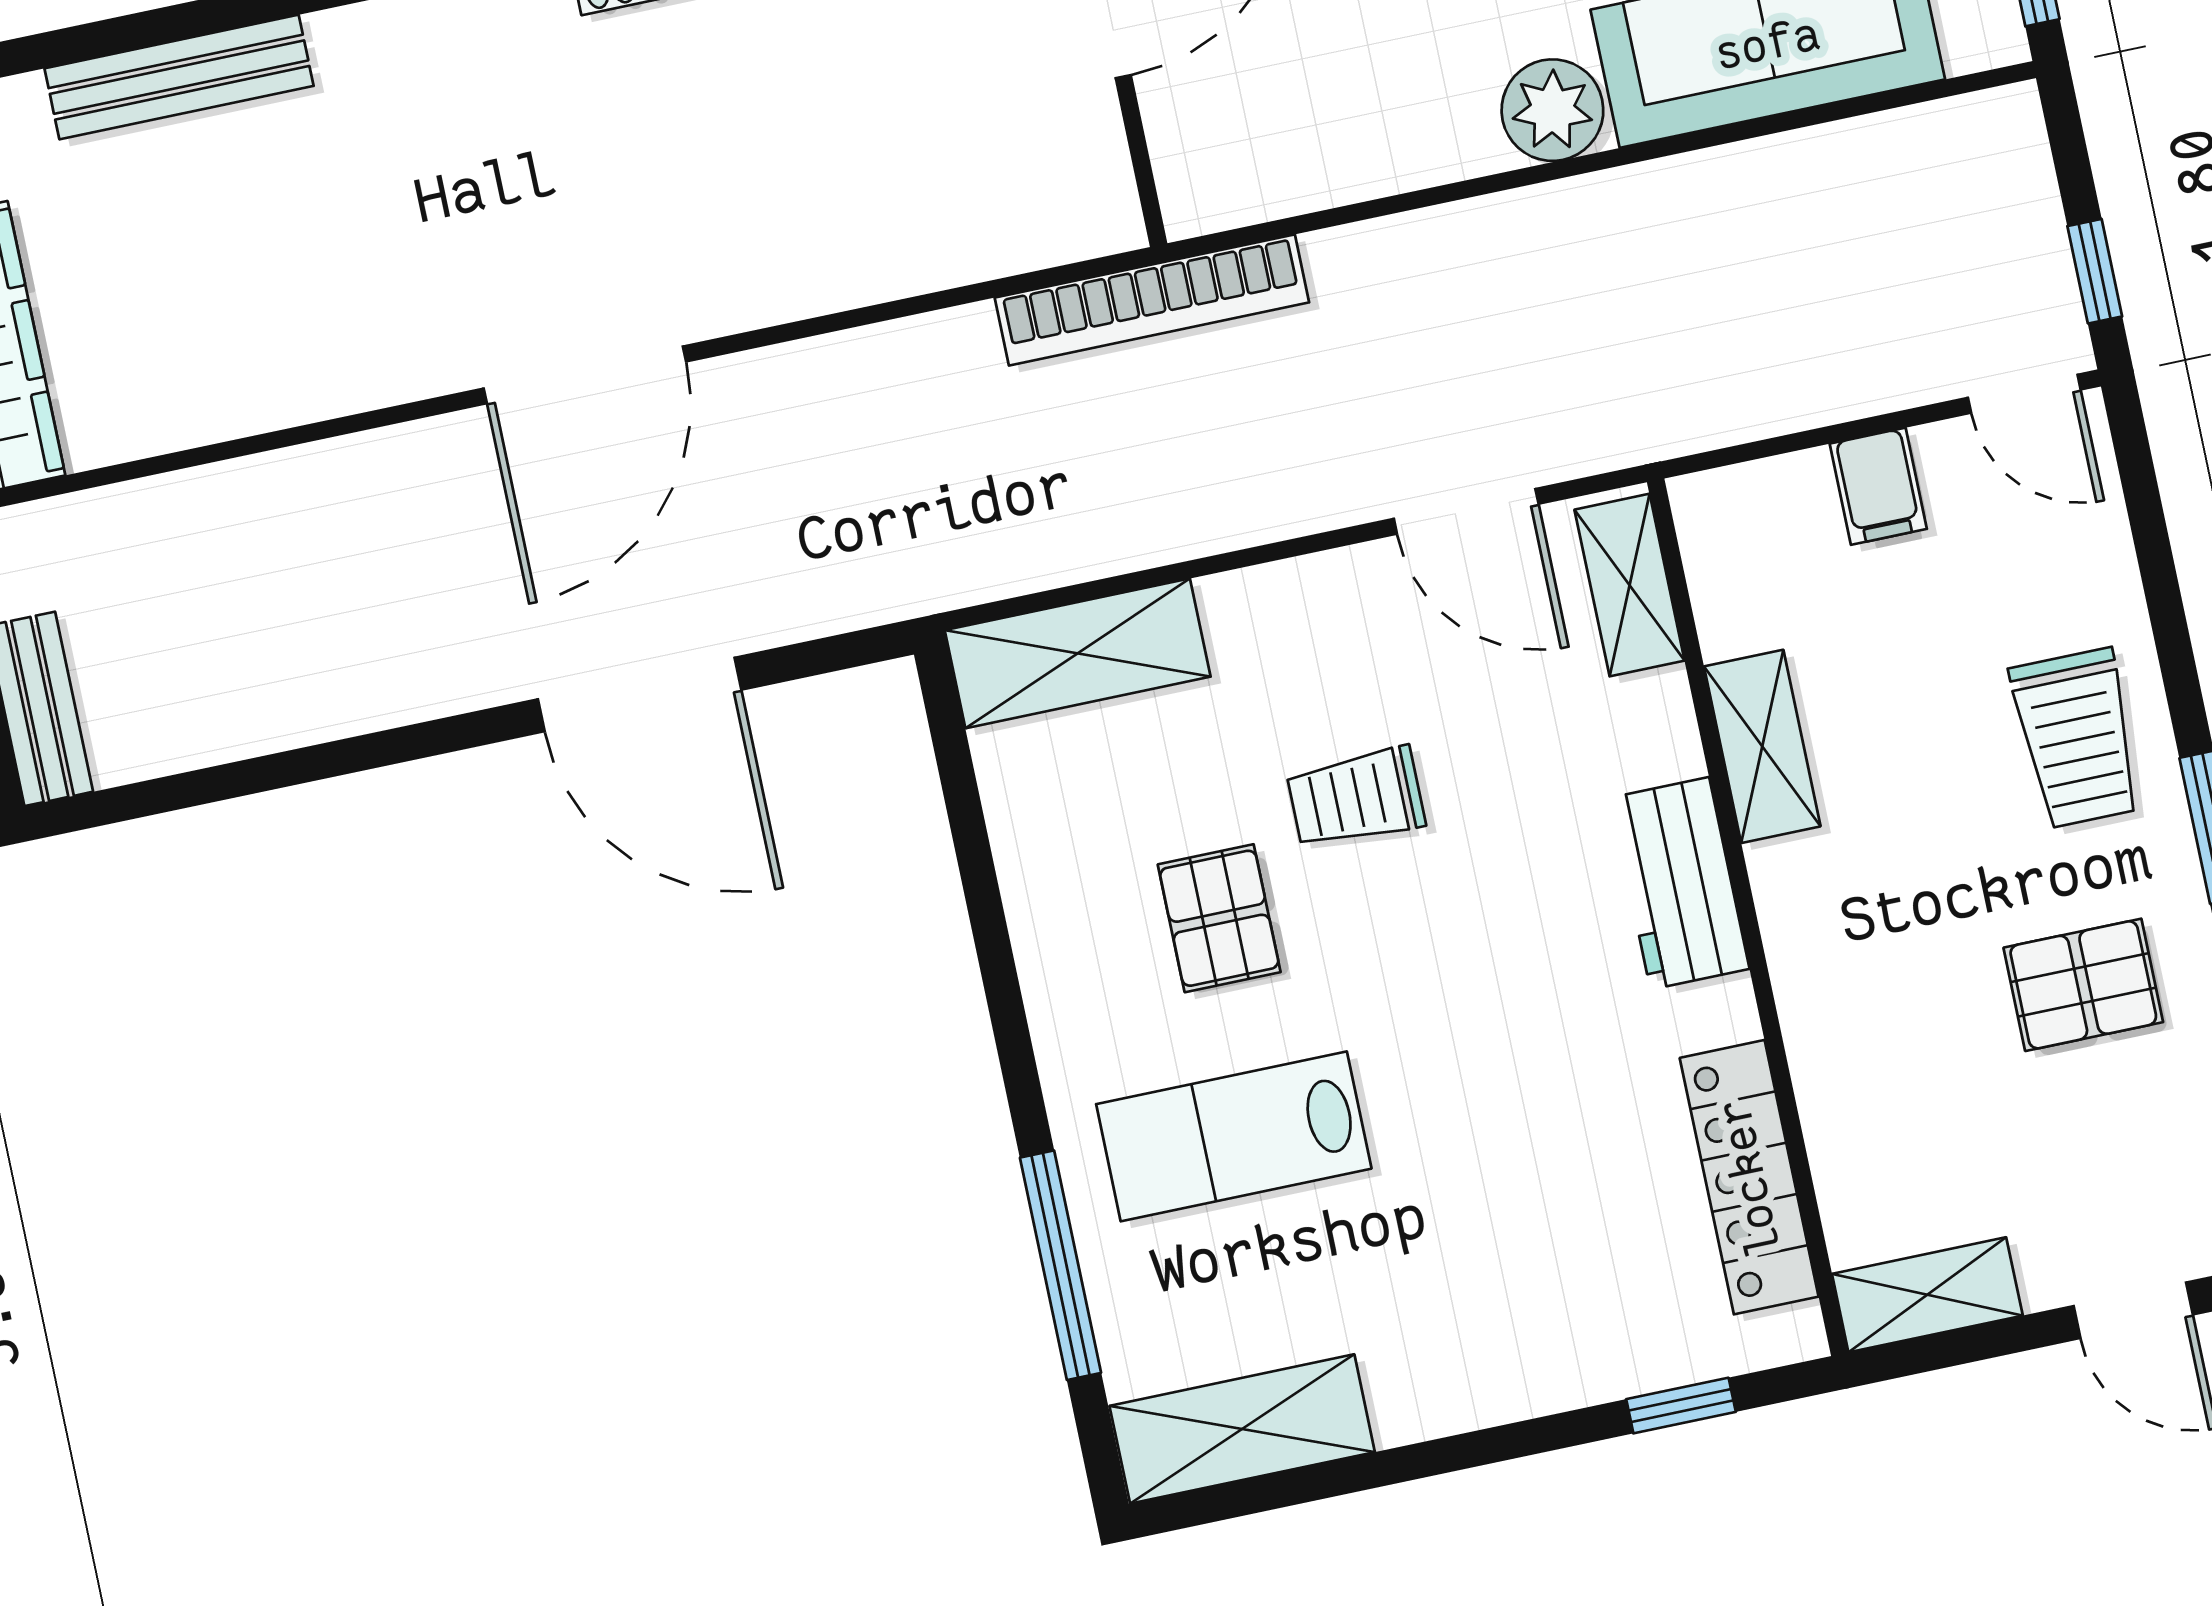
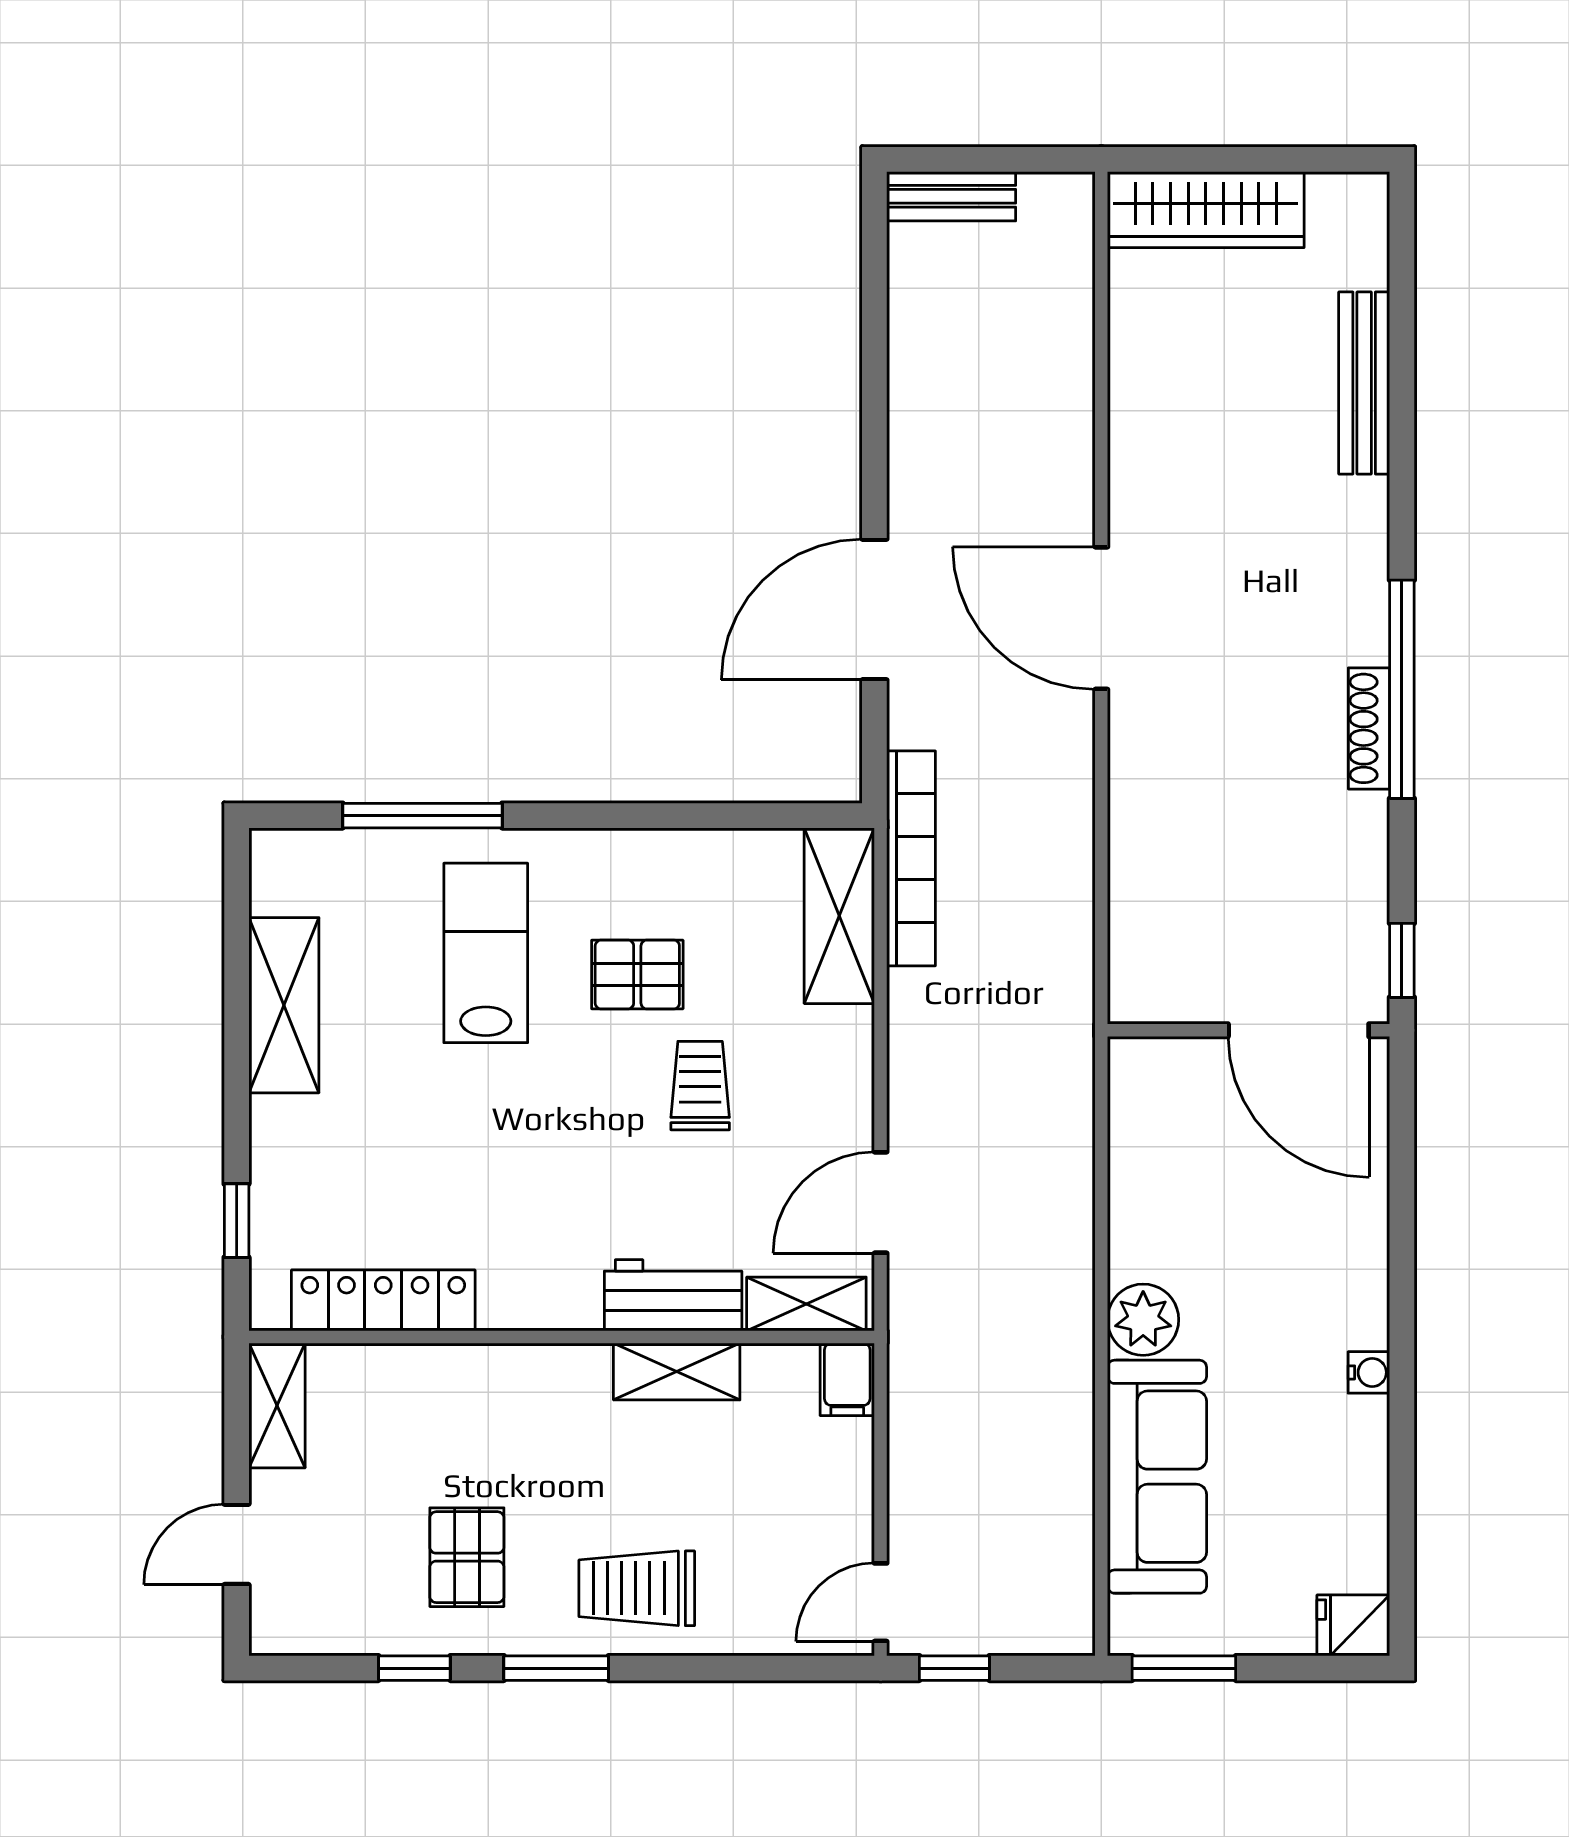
bookcase: (1152, 300) -> (911, 858), moved, turned 180
filing cabinet: (1878, 486) -> (847, 1379), moved, turned -90
workbench: (1680, 883) -> (673, 1295), moved
shelving: (1242, 1429) -> (284, 1005), moved

